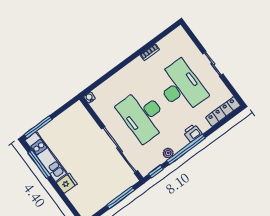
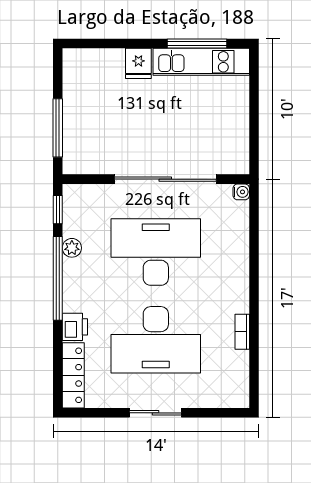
window: (38, 127) -> (254, 83), removed
printer: (192, 133) -> (75, 327), moved
sliding door: (120, 150) -> (165, 179), moved

